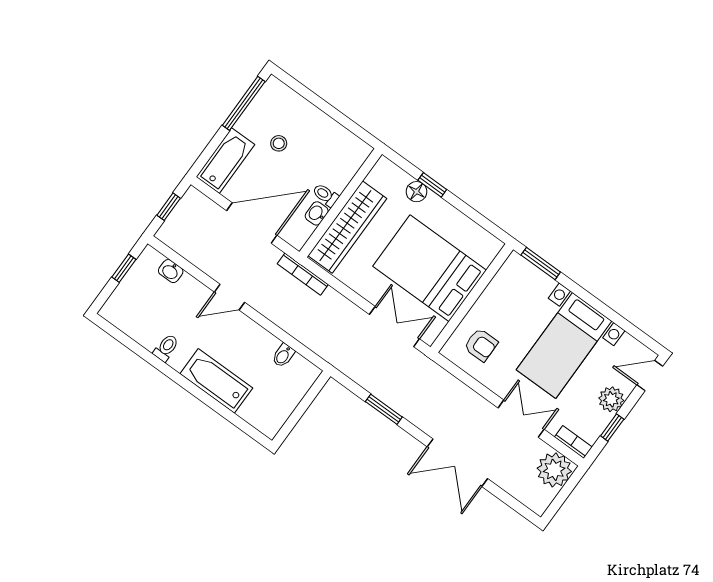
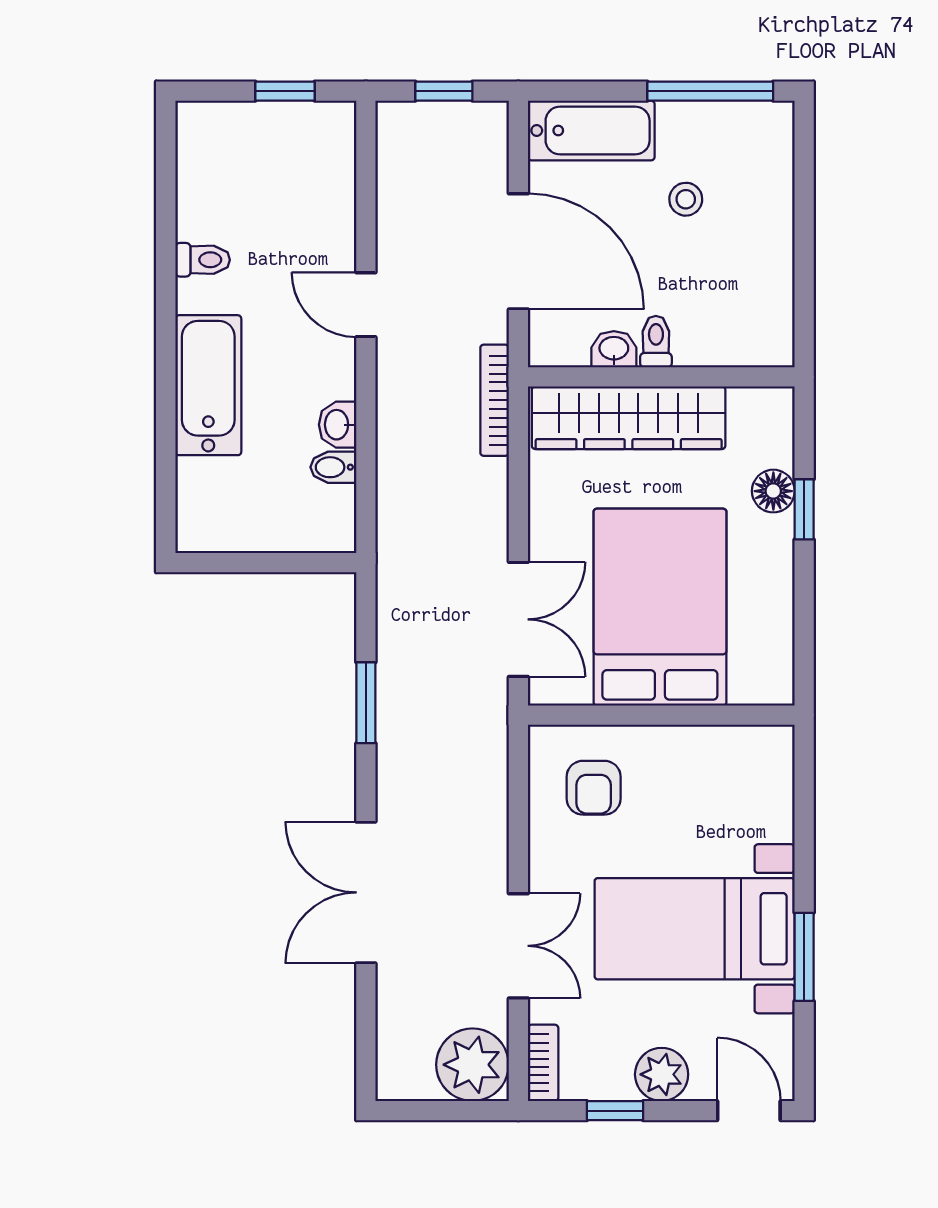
window: (541, 264) -> (804, 957), moved
washbasin: (171, 271) -> (338, 425), moved

